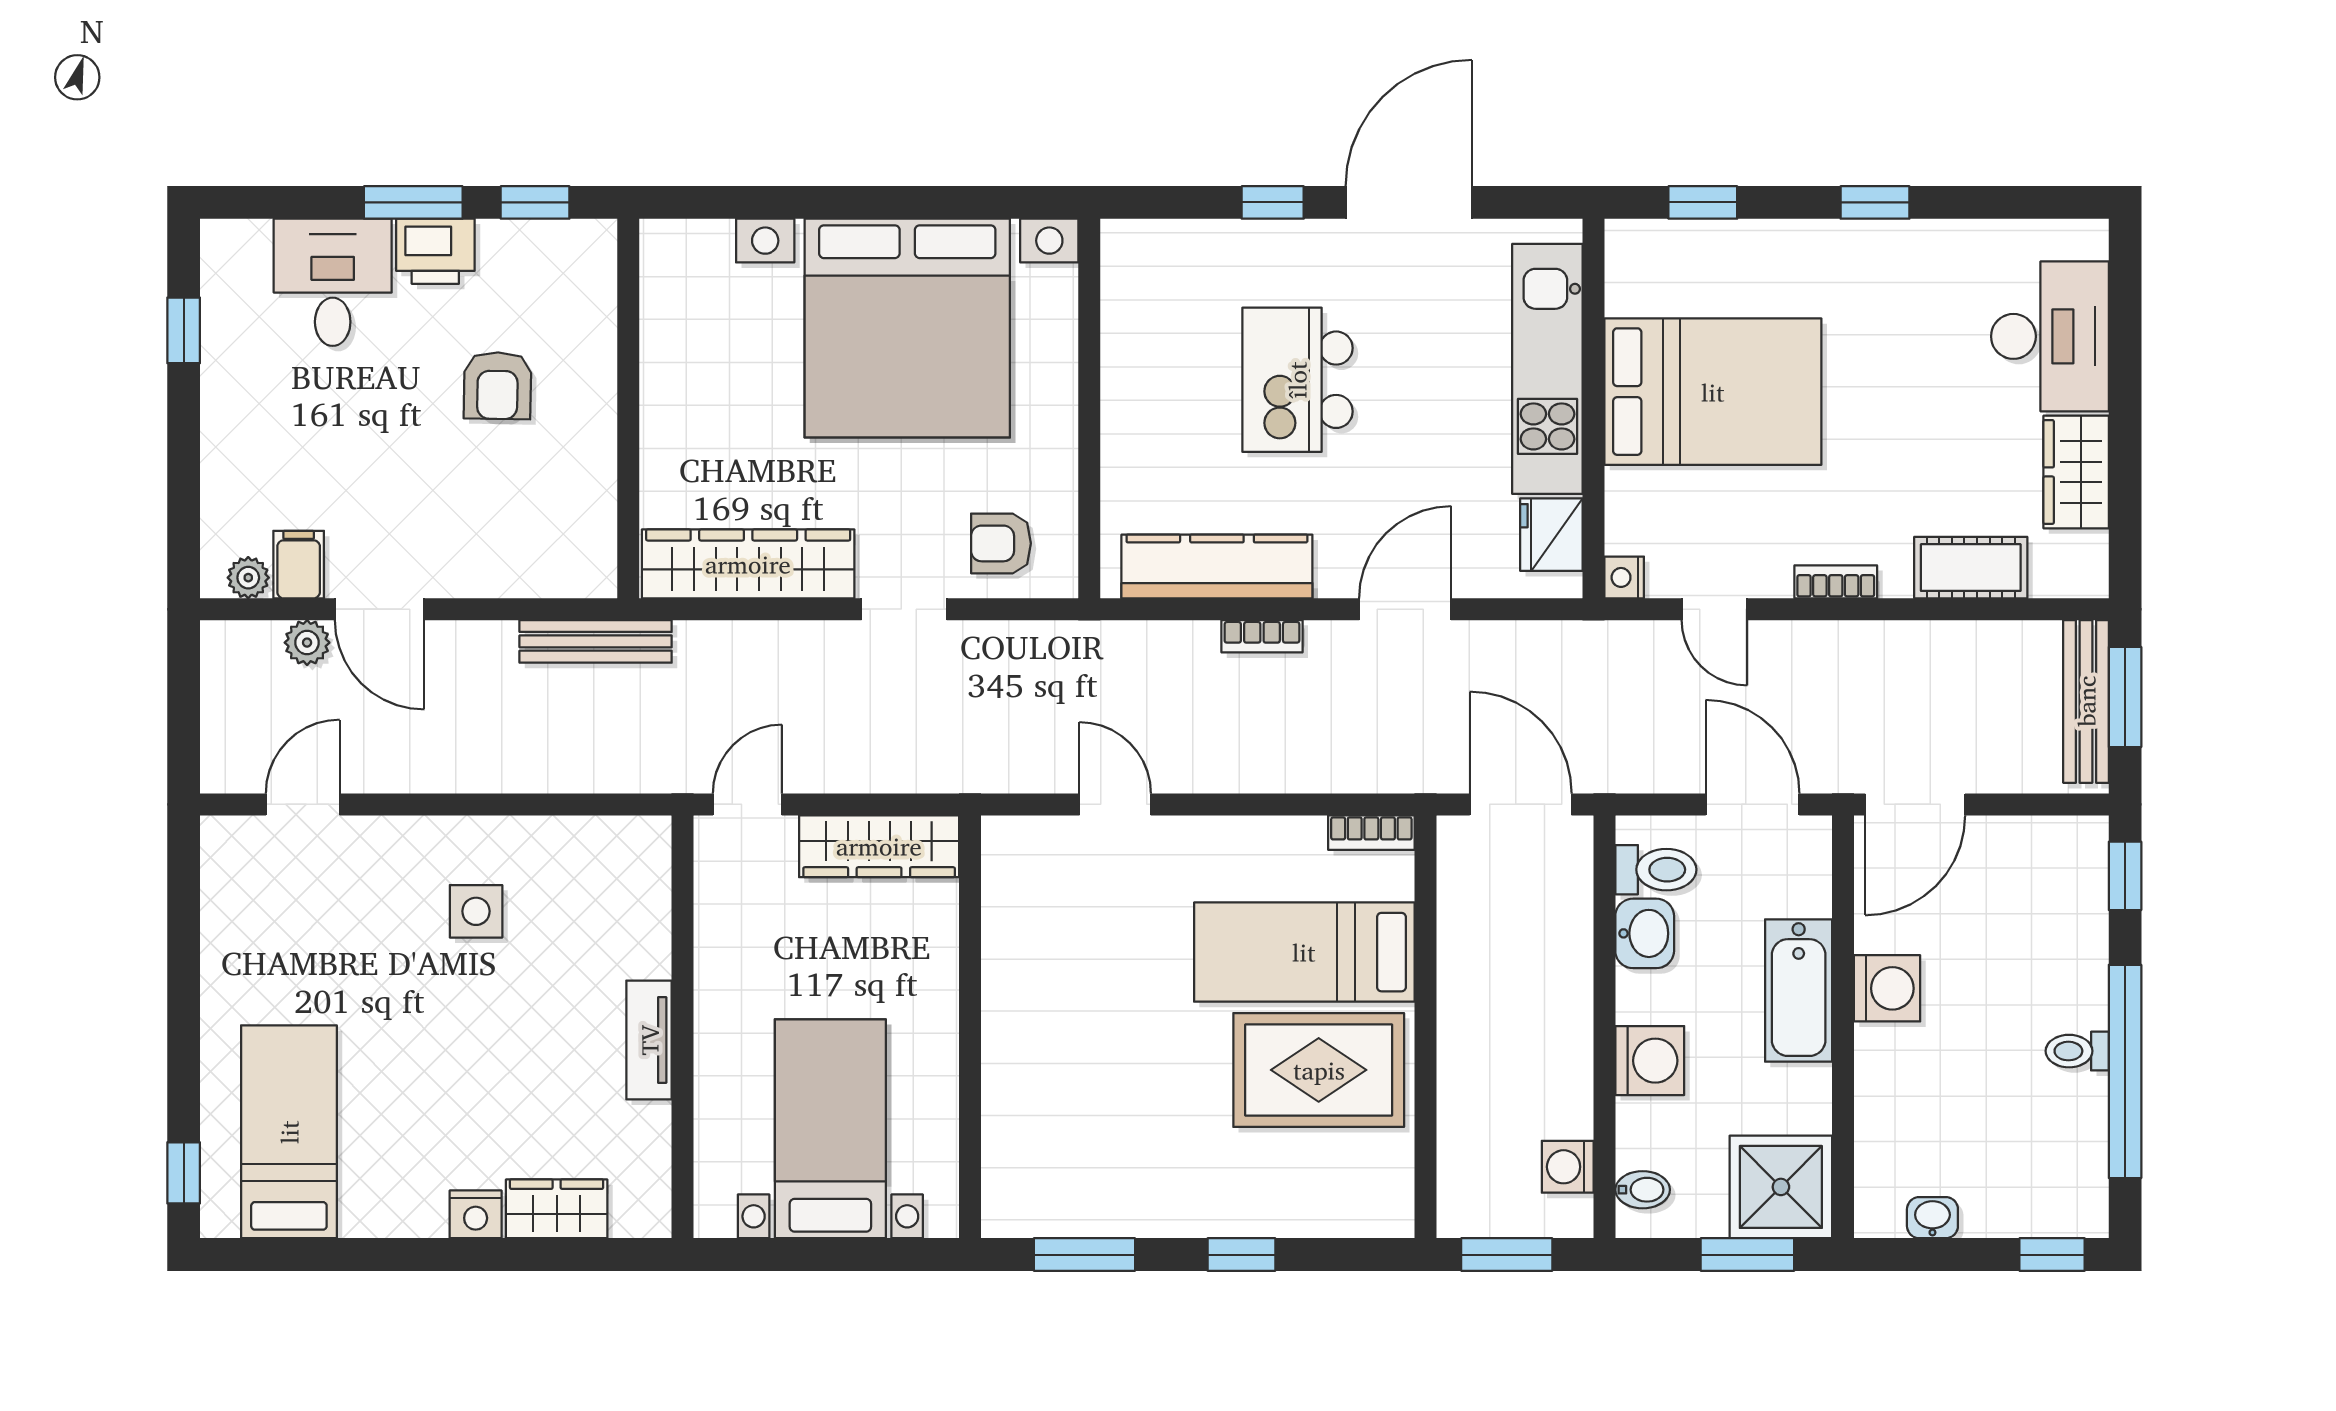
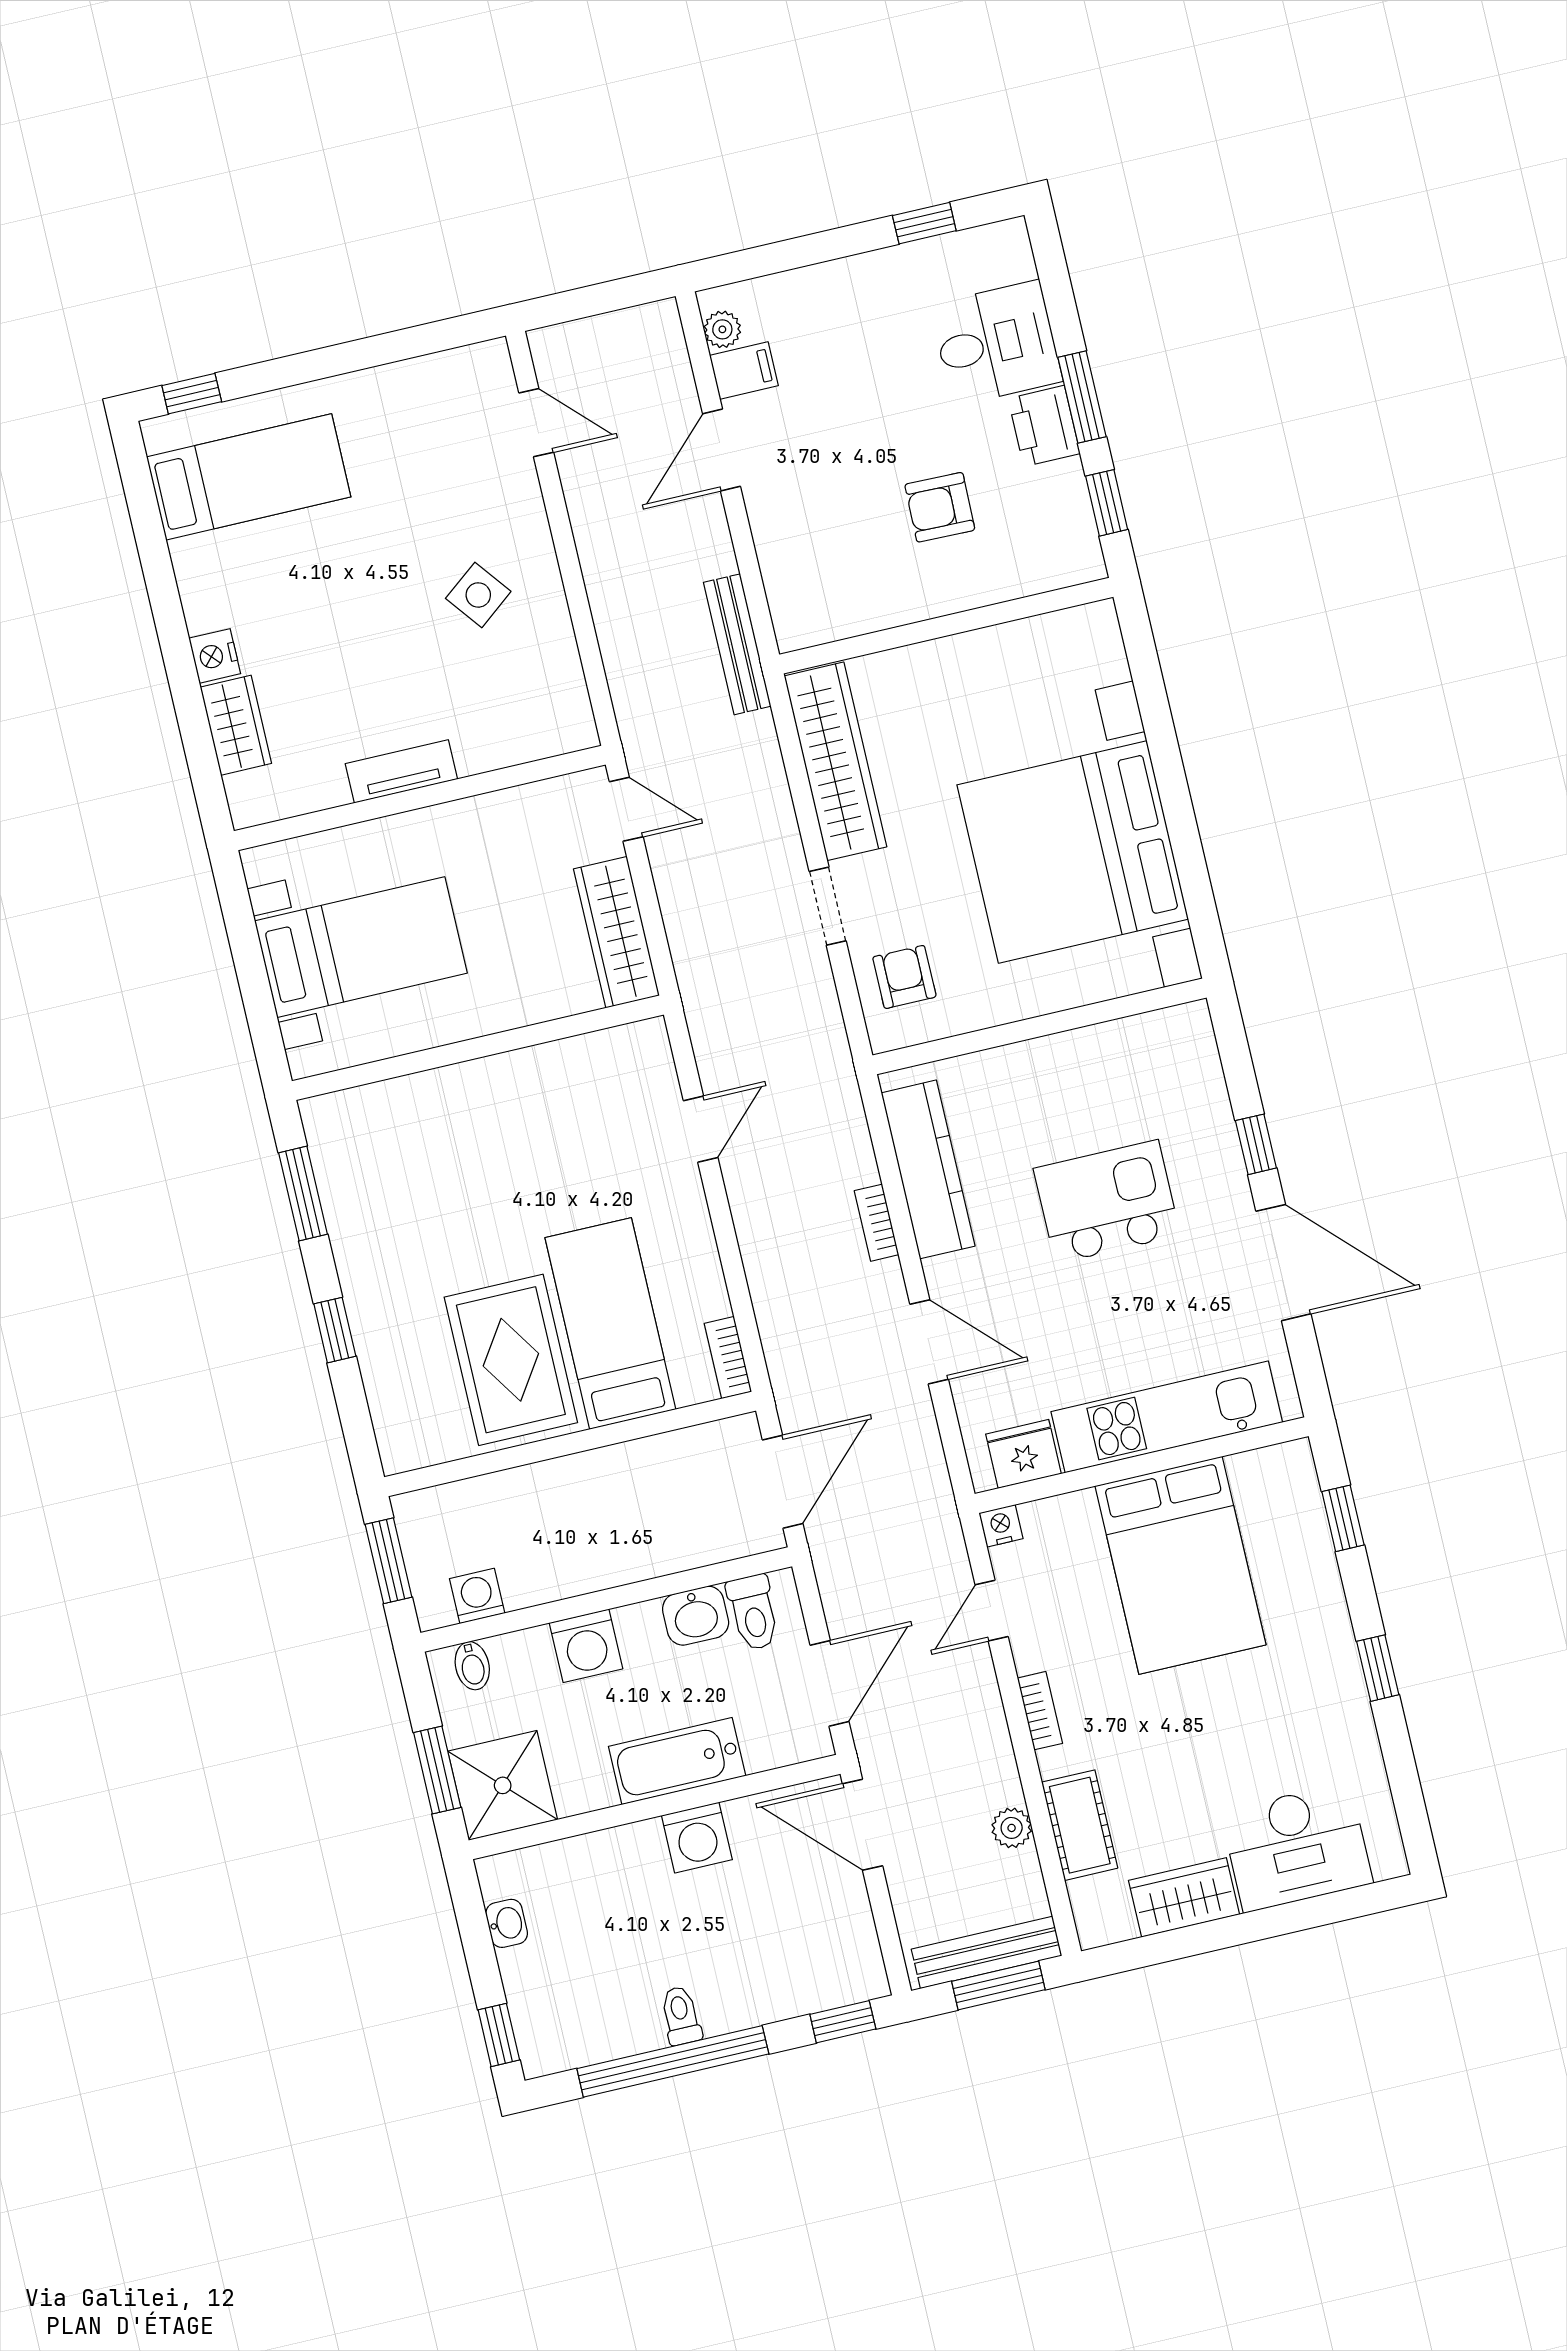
plant: (307, 643) -> (1012, 1828), moved
side table: (476, 911) -> (478, 595), turned -38

